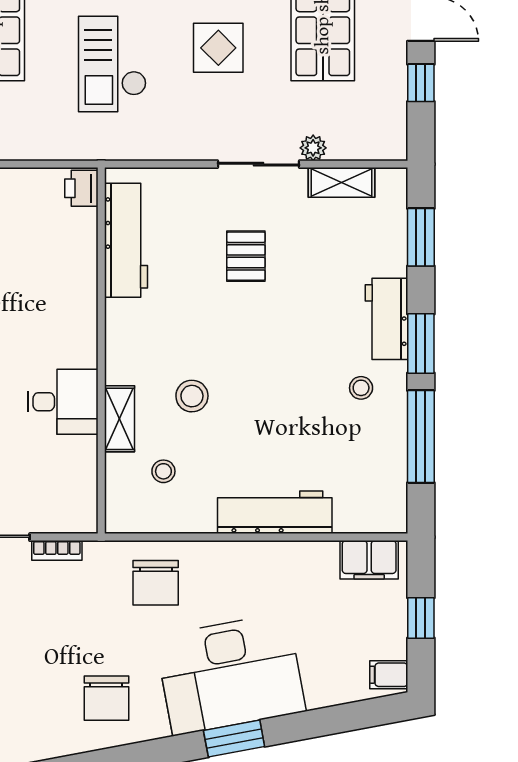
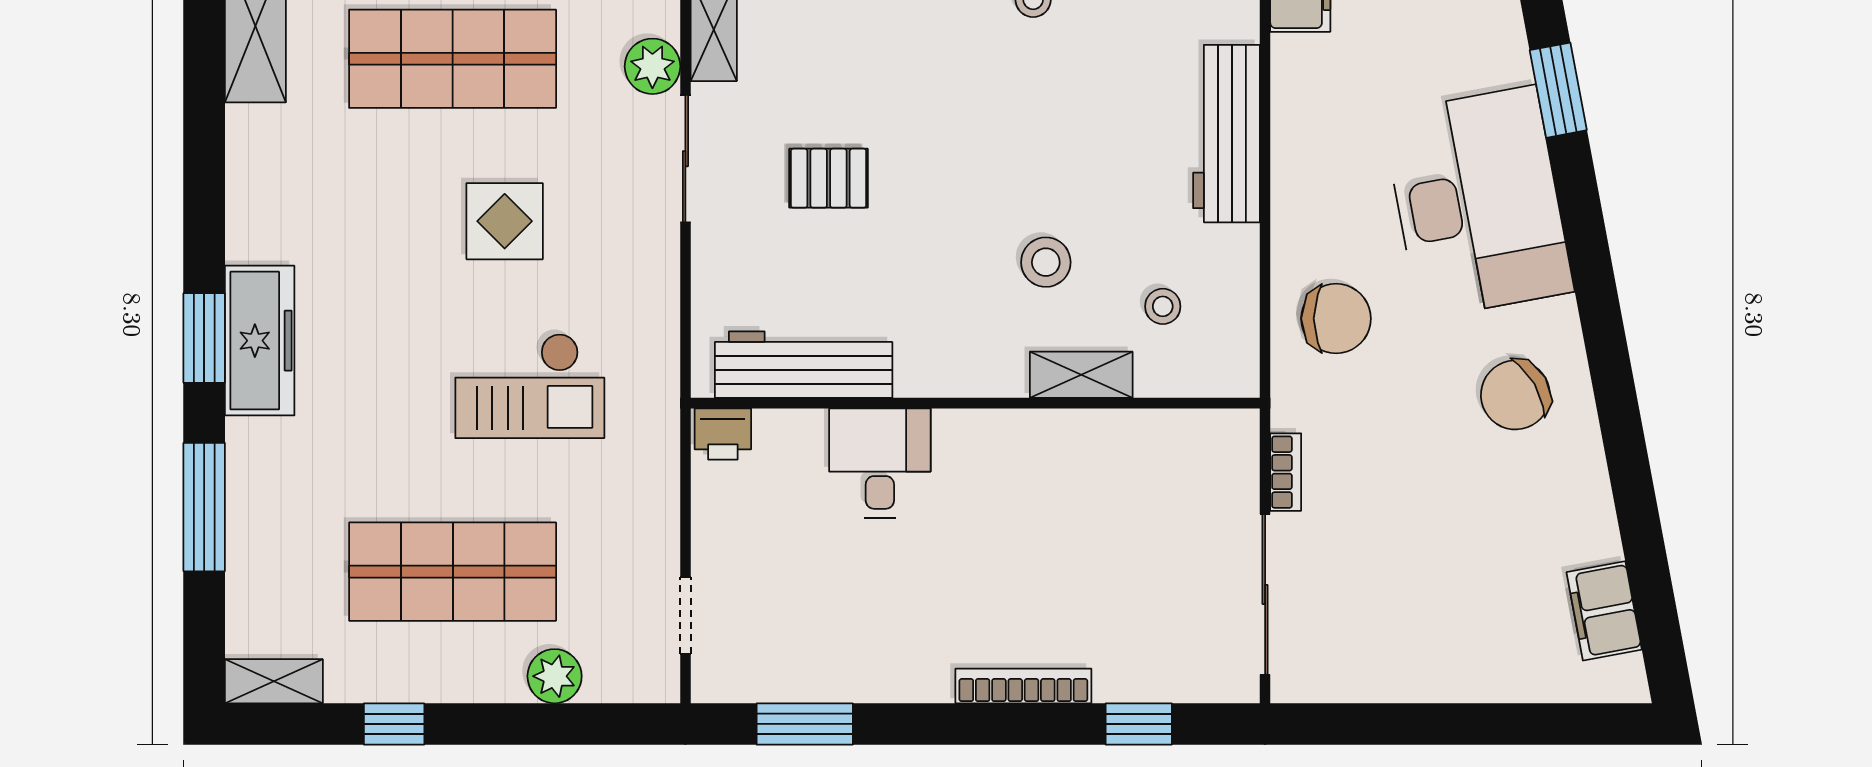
plant: (313, 148) -> (652, 66), width x1.38, depth x1.38
desk: (63, 402) -> (880, 463), moved
chair: (106, 698) -> (1515, 395), turned 150
window: (234, 739) -> (1558, 90), moved

